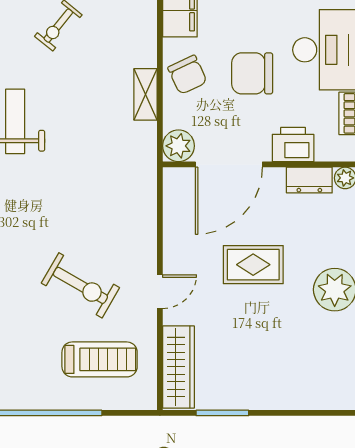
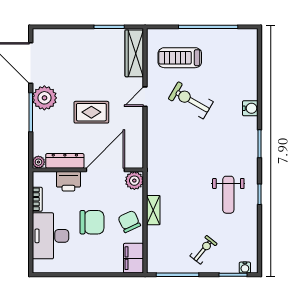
dresser: (309, 180) -> (65, 161), width x1.44

